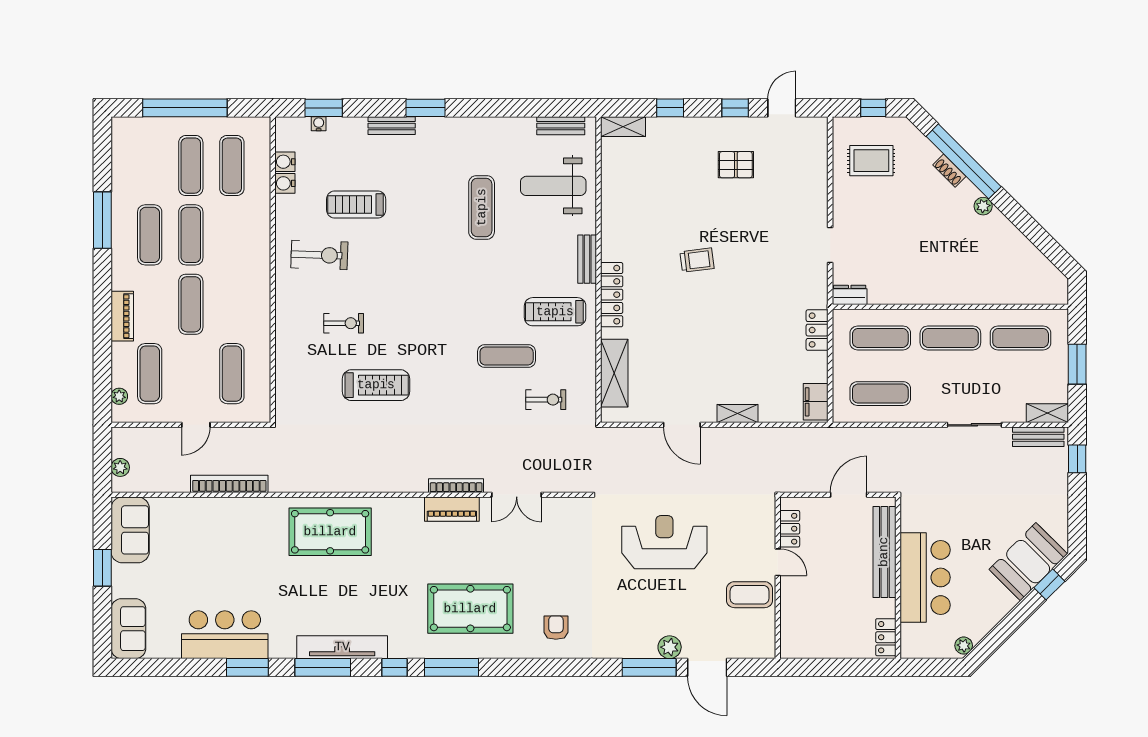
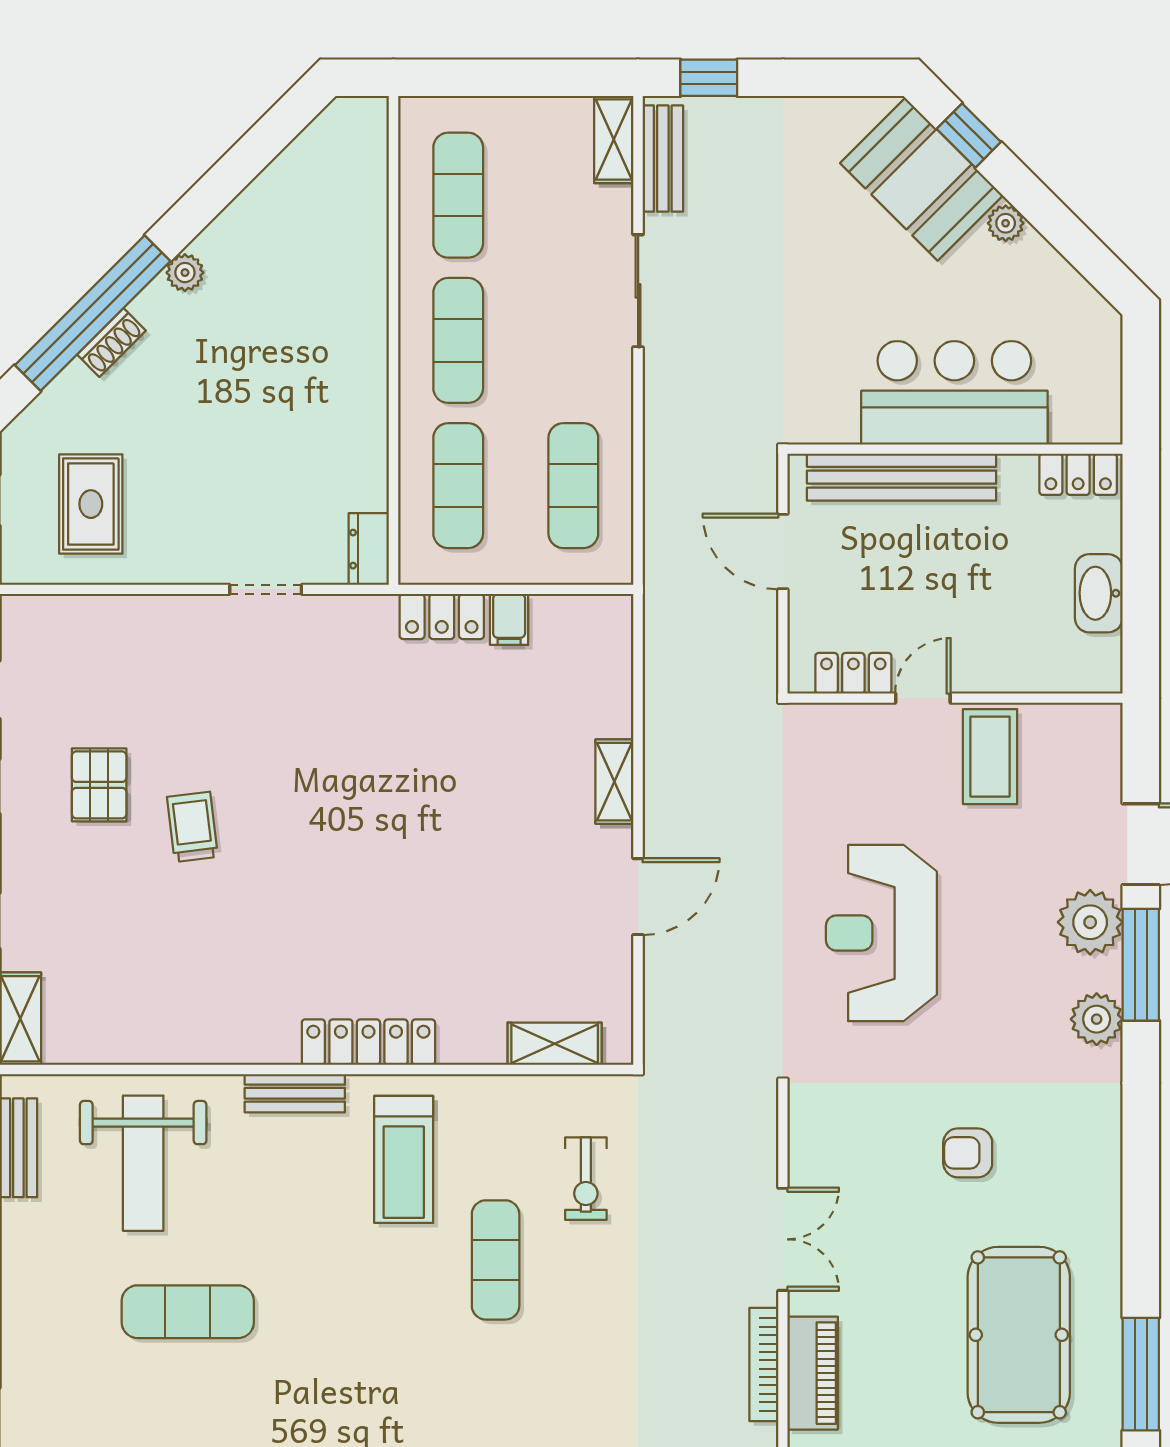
trolley: (697, 260) -> (192, 827), moved
window: (1077, 364) -> (512, 78), removed
shelving: (614, 373) -> (555, 1044), width x0.67, depth x0.75
exercise bike: (546, 400) -> (586, 1179), turned 180
filing cabinet: (816, 402) -> (509, 619), moved, width x0.50
armchair: (556, 628) -> (968, 1153), moved
plant: (623, 646) -> (1097, 1019), added
plant: (964, 646) -> (1006, 223), moved
plant: (670, 647) -> (1090, 922), width x1.36, depth x1.36
washbasin: (828, 647) -> (1099, 593), added

